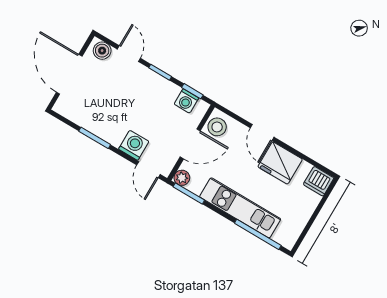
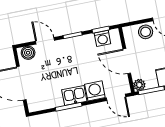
stool: (217, 127) -> (146, 32), moved
kitchen sink: (110, 132) -> (74, 95), added
door: (190, 144) -> (127, 61), swing flipped

